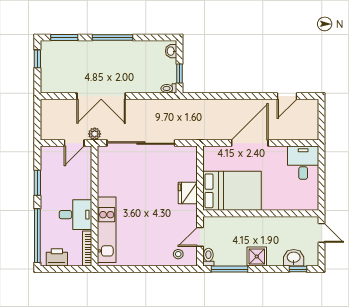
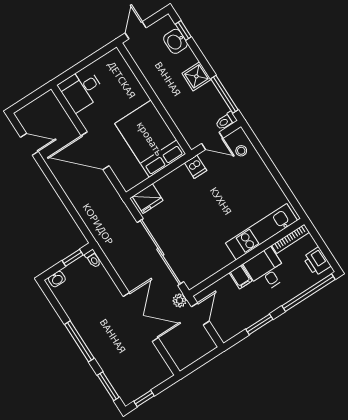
door: (74, 143) -> (200, 314), hinge flipped
filing cabinet: (83, 192) -> (241, 277), added
fridge: (188, 193) -> (148, 199), moved
dishwasher: (189, 212) -> (196, 167), added

